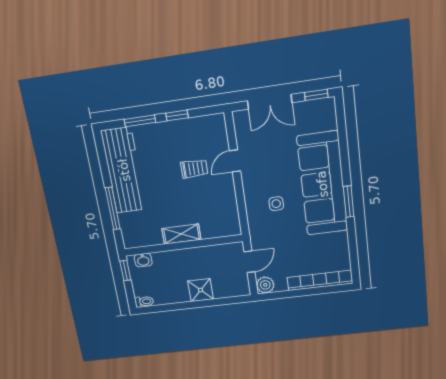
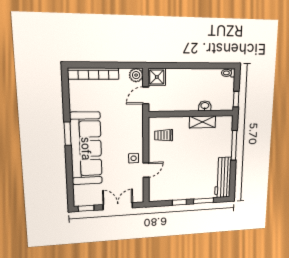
trolley: (194, 169) -> (164, 135), moved
workbench: (124, 170) -> (223, 177), width x0.73, depth x0.76
side table: (276, 204) -> (134, 158), moved
shelving: (181, 234) -> (202, 122), moved
washbasin: (143, 260) -> (205, 106), moved
shower: (201, 290) -> (157, 77), moved

